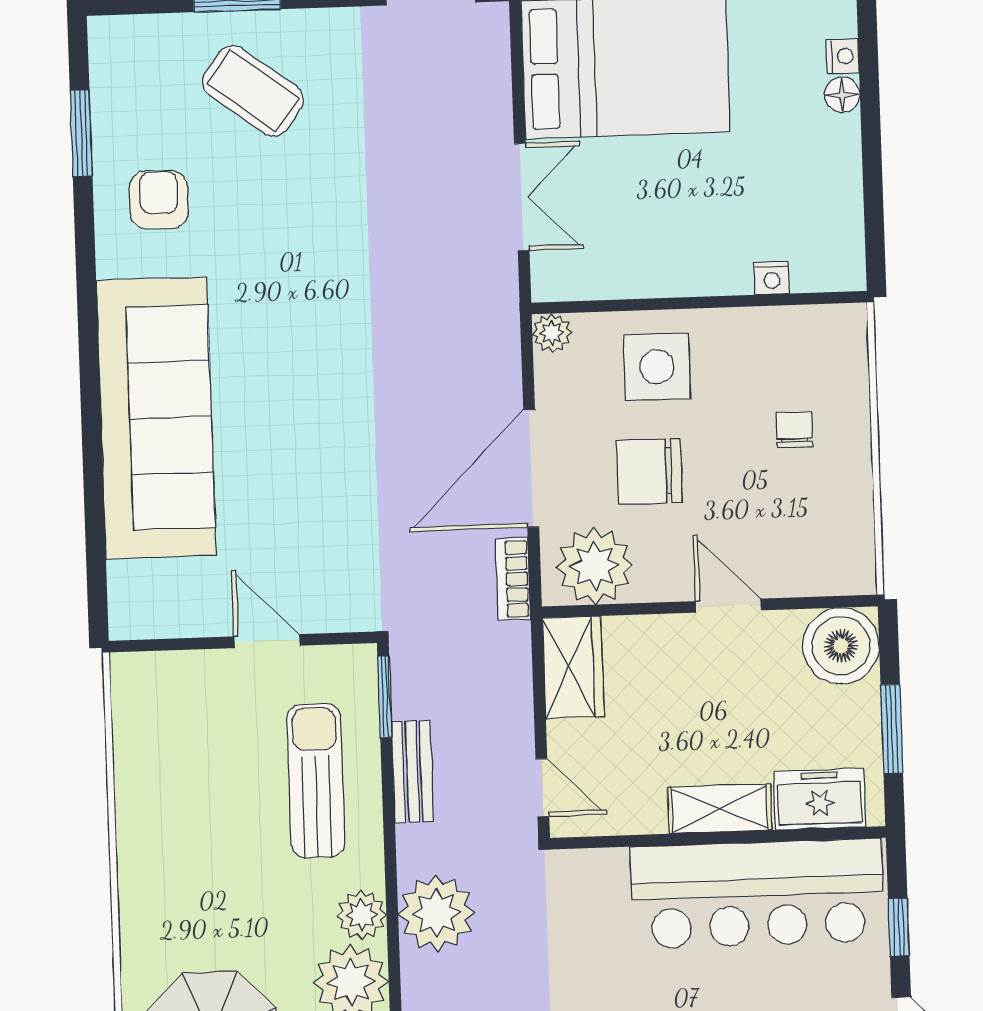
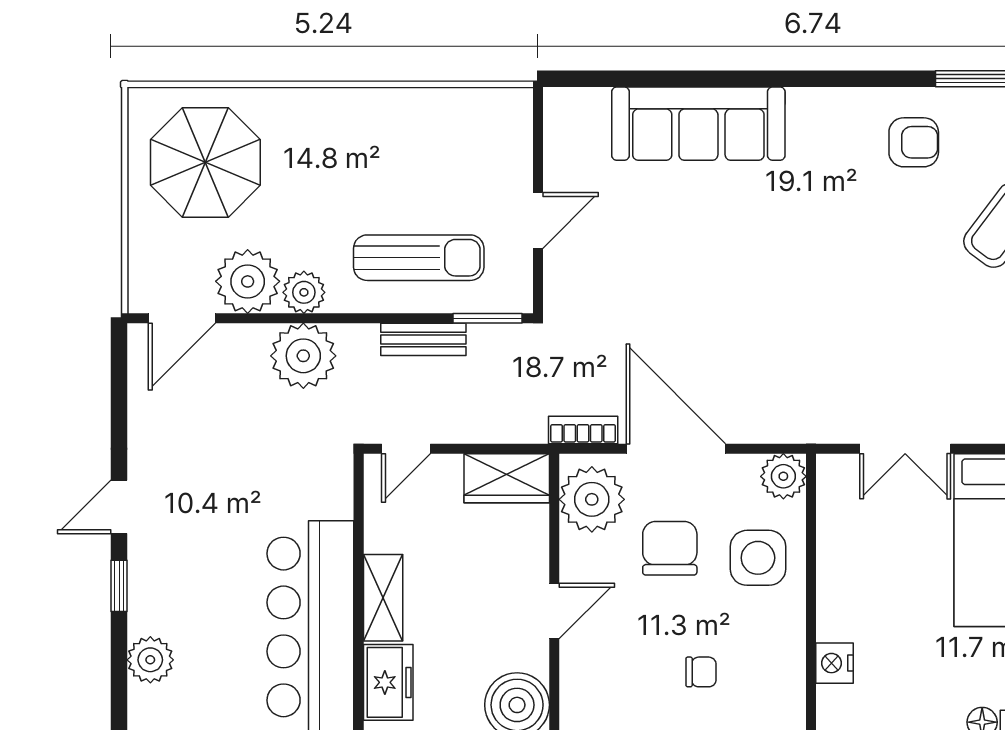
nightstand: (772, 278) -> (834, 663), width x1.39, depth x1.35
plant: (552, 333) -> (783, 476), width x1.38, depth x1.38
sofa: (156, 418) -> (698, 124), width x0.74, depth x0.79

